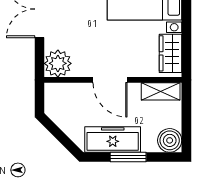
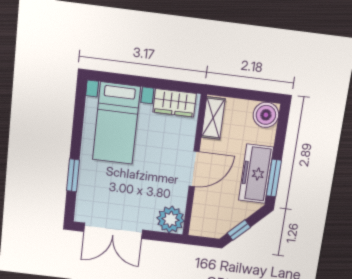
window: (55, 131) -> (239, 230), added
window: (128, 157) -> (274, 178), moved

